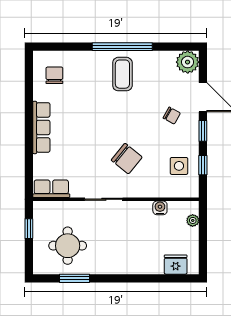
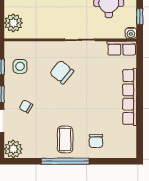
chair: (54, 75) -> (96, 141), moved
row of seats: (41, 127) -> (130, 97), width x1.36
water cooler: (160, 208) -> (131, 33), moved
plant: (193, 220) -> (13, 23), width x1.87, depth x1.87

